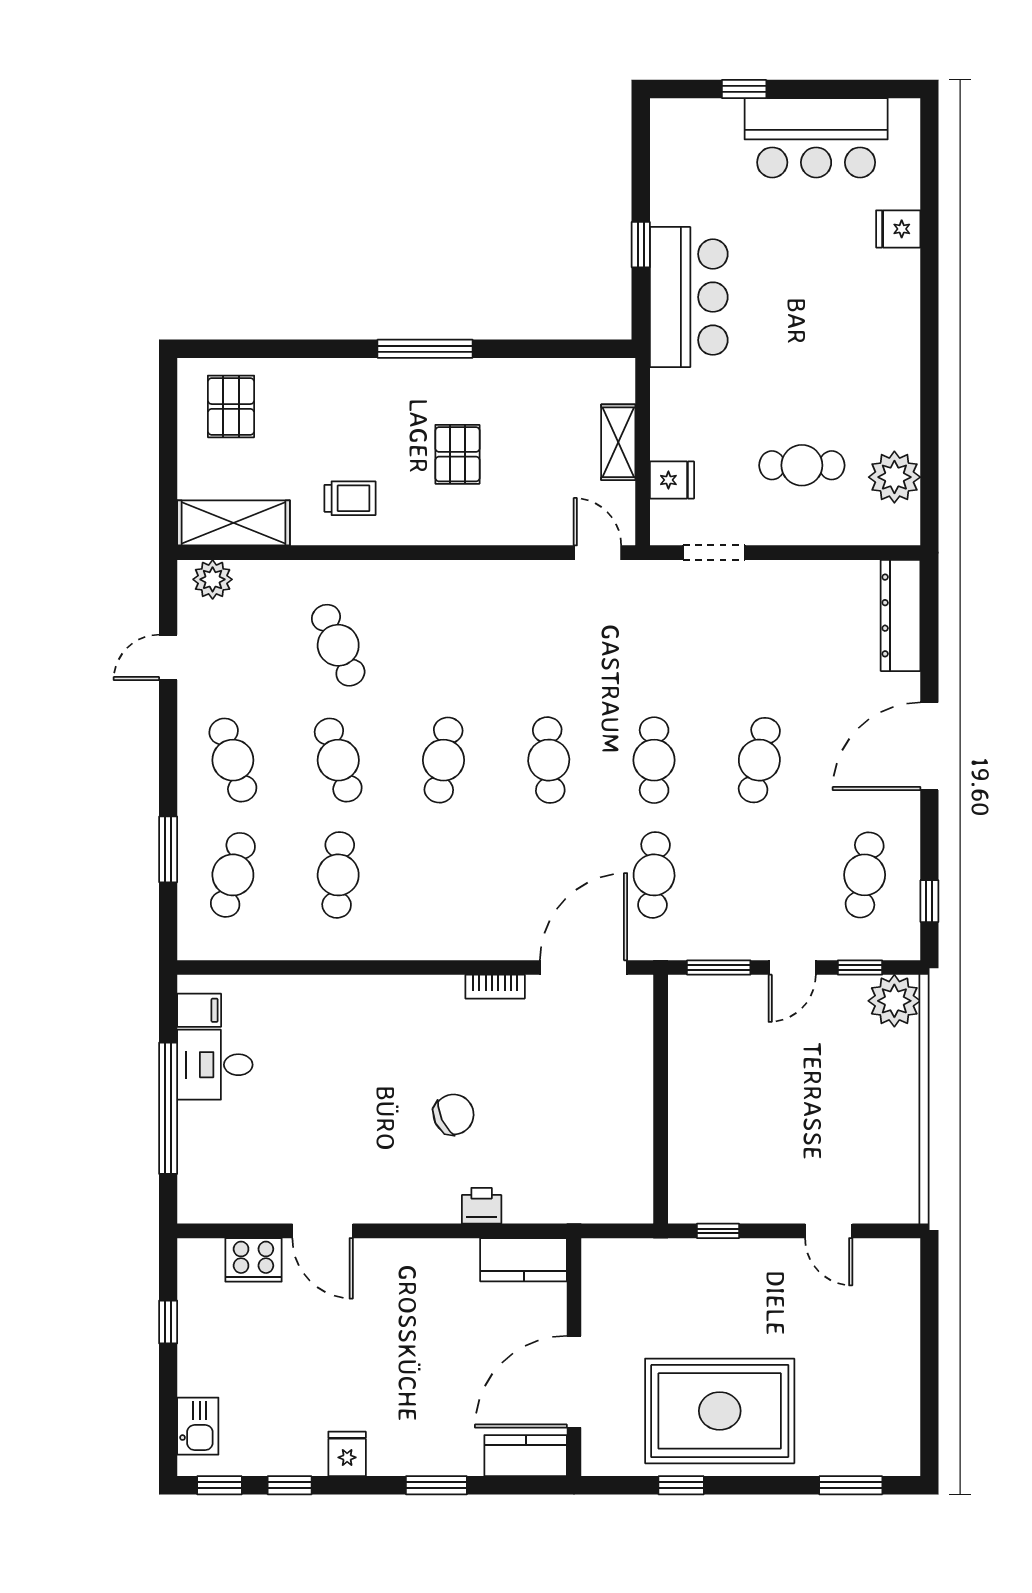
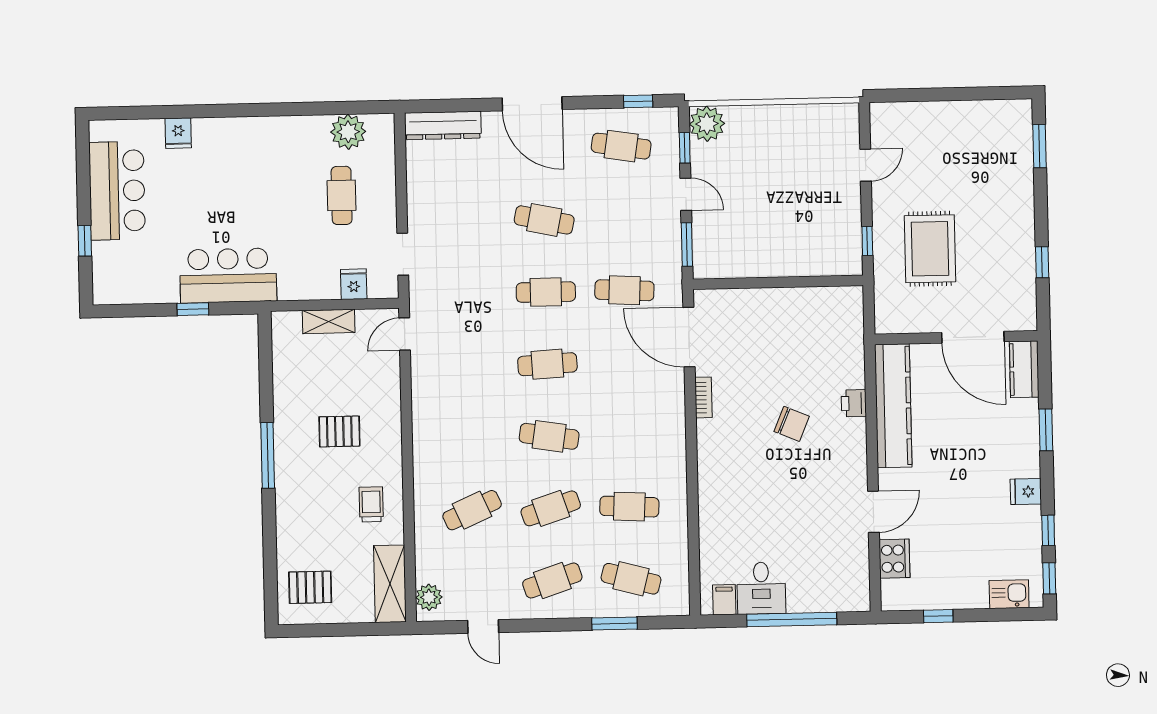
chair: (454, 1114) -> (792, 424), turned 138
kitchen counter: (524, 1260) -> (893, 406), width x2.08, depth x1.17
rug: (720, 1411) -> (930, 249), moved, width x0.73, depth x0.69

